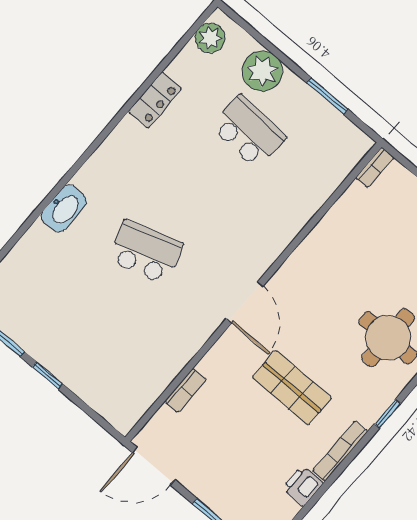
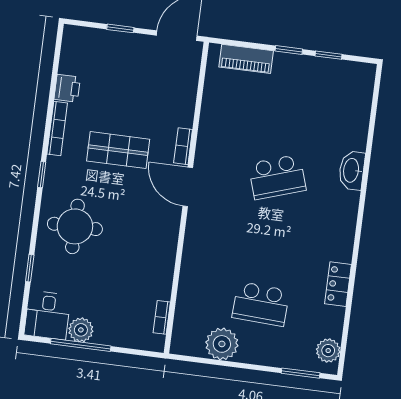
plant: (262, 71) -> (222, 344), moved
window: (327, 96) -> (301, 373), moved
bookcase: (375, 167) -> (162, 317), moved
bookcase: (185, 390) -> (183, 146), moved
piano: (98, 395) -> (246, 59), added

